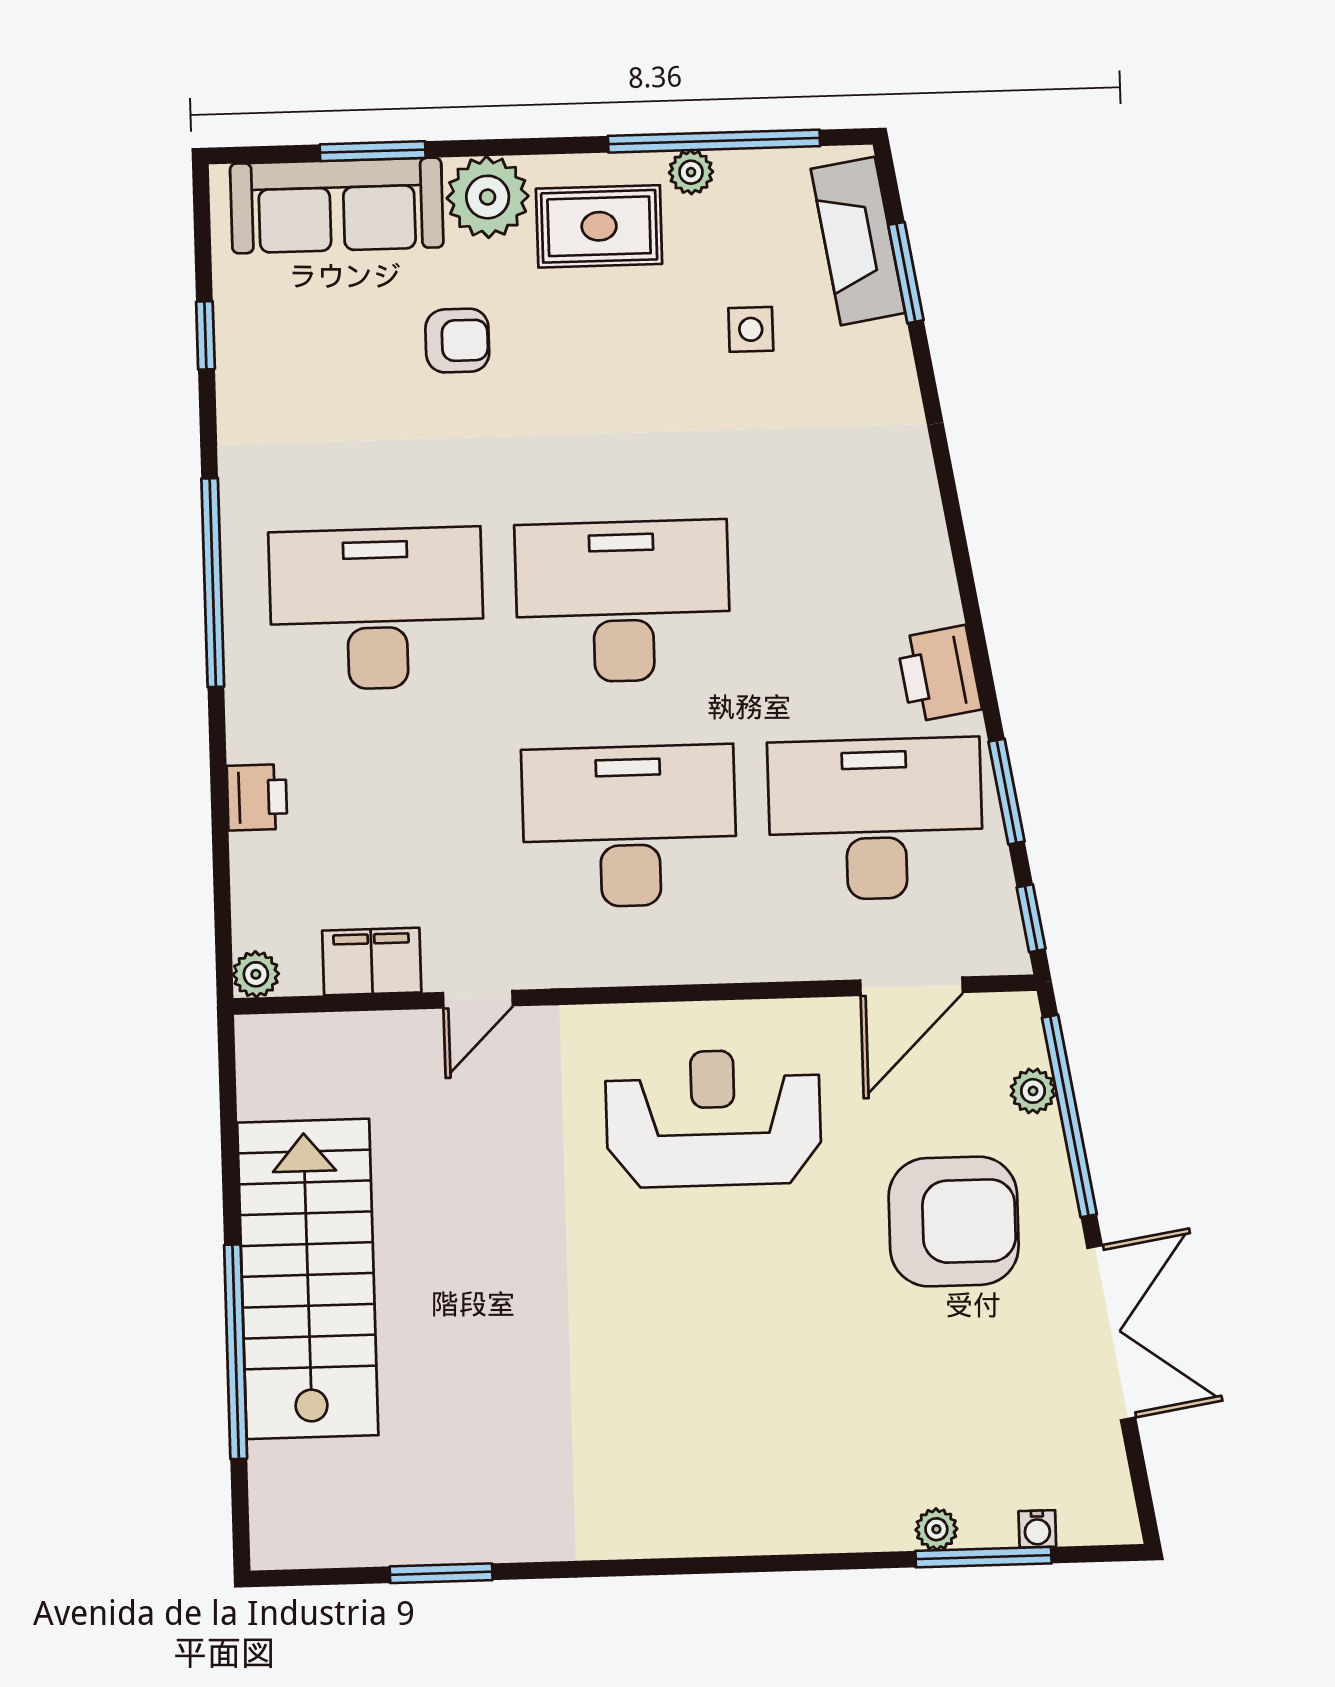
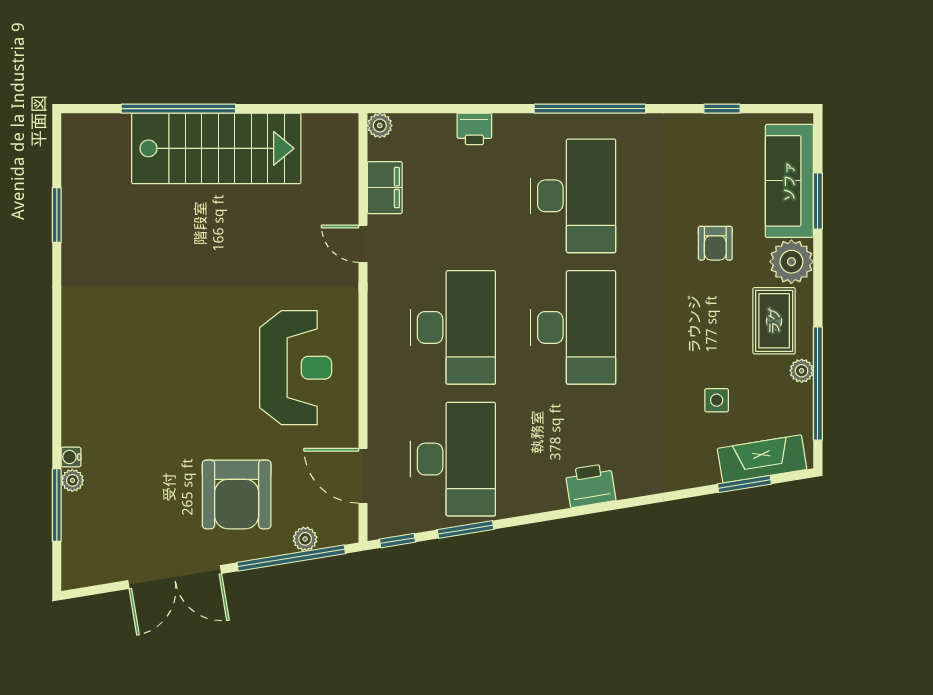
printer: (939, 674) -> (590, 485), moved
water cooler: (1037, 1529) -> (71, 457), moved

